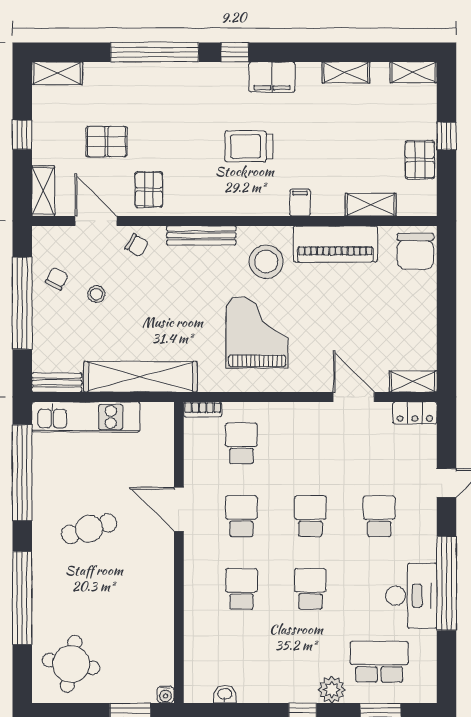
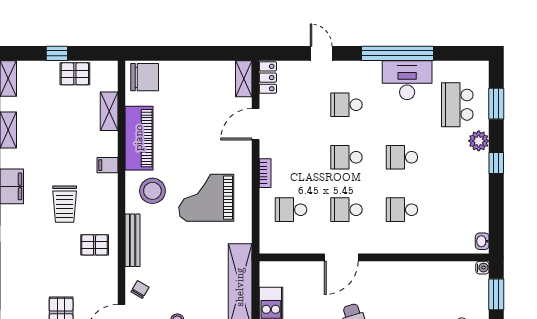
pallet: (149, 190) -> (95, 245), moved
bookcase: (203, 409) -> (265, 173), moved
washbasin: (225, 694) -> (482, 241), moved

